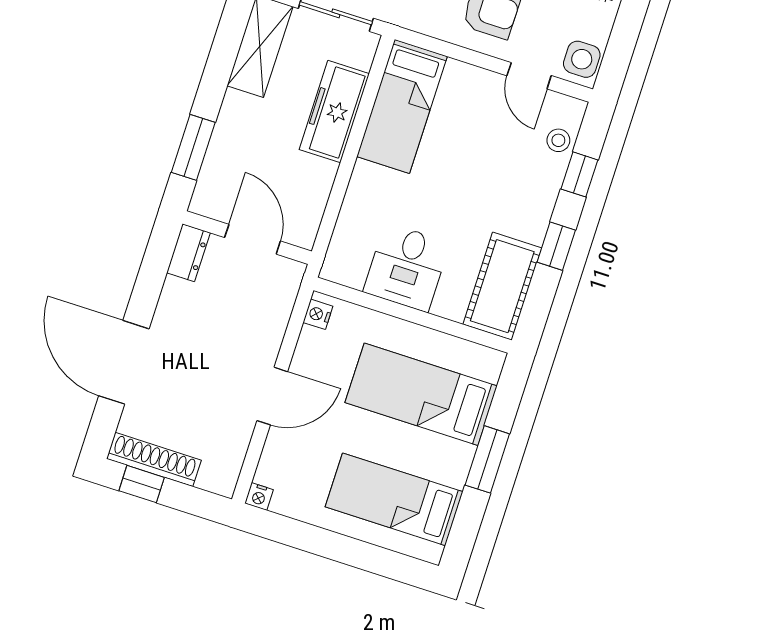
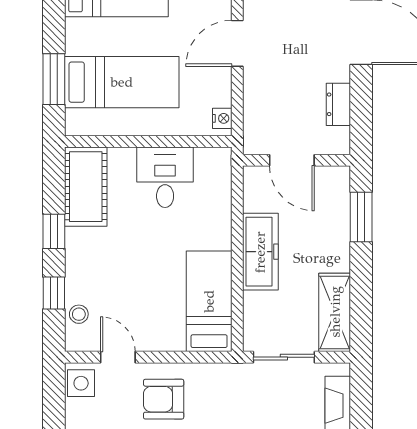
freezer: (334, 112) -> (260, 252), moved
dresser: (188, 253) -> (338, 104), moved
window: (487, 459) -> (54, 79), moved

